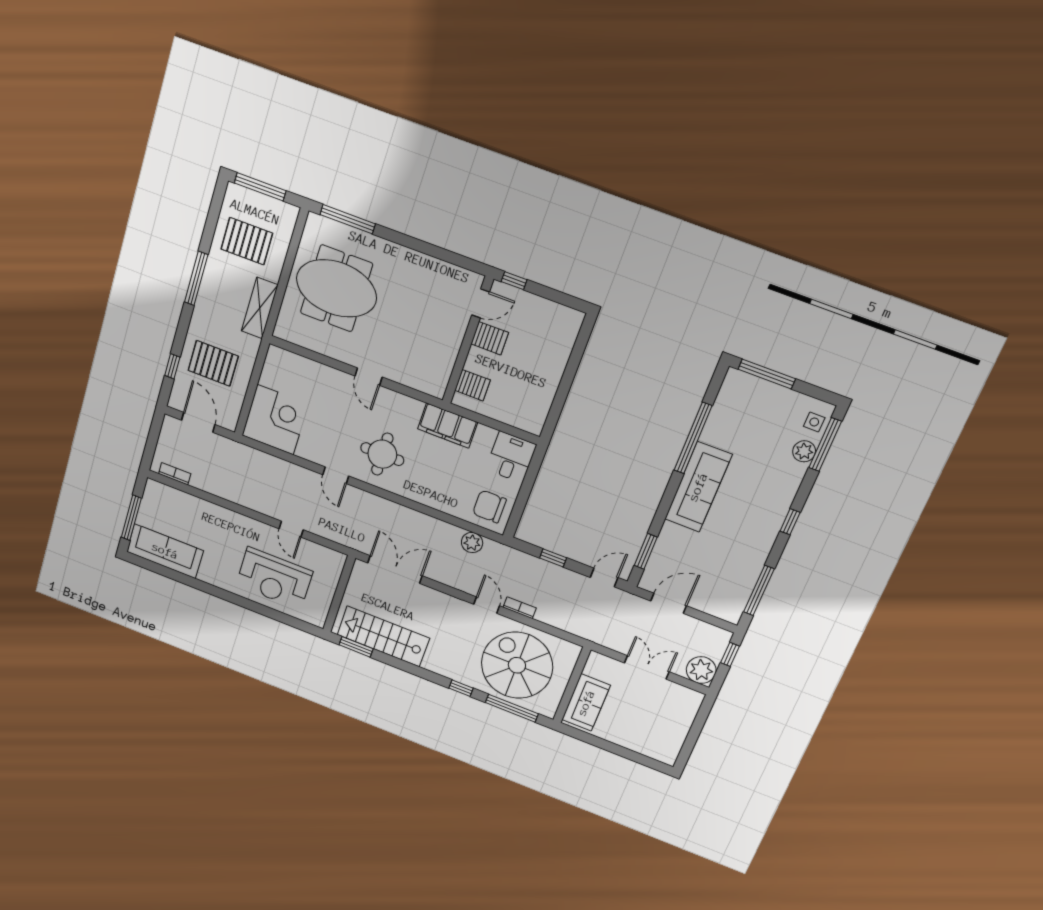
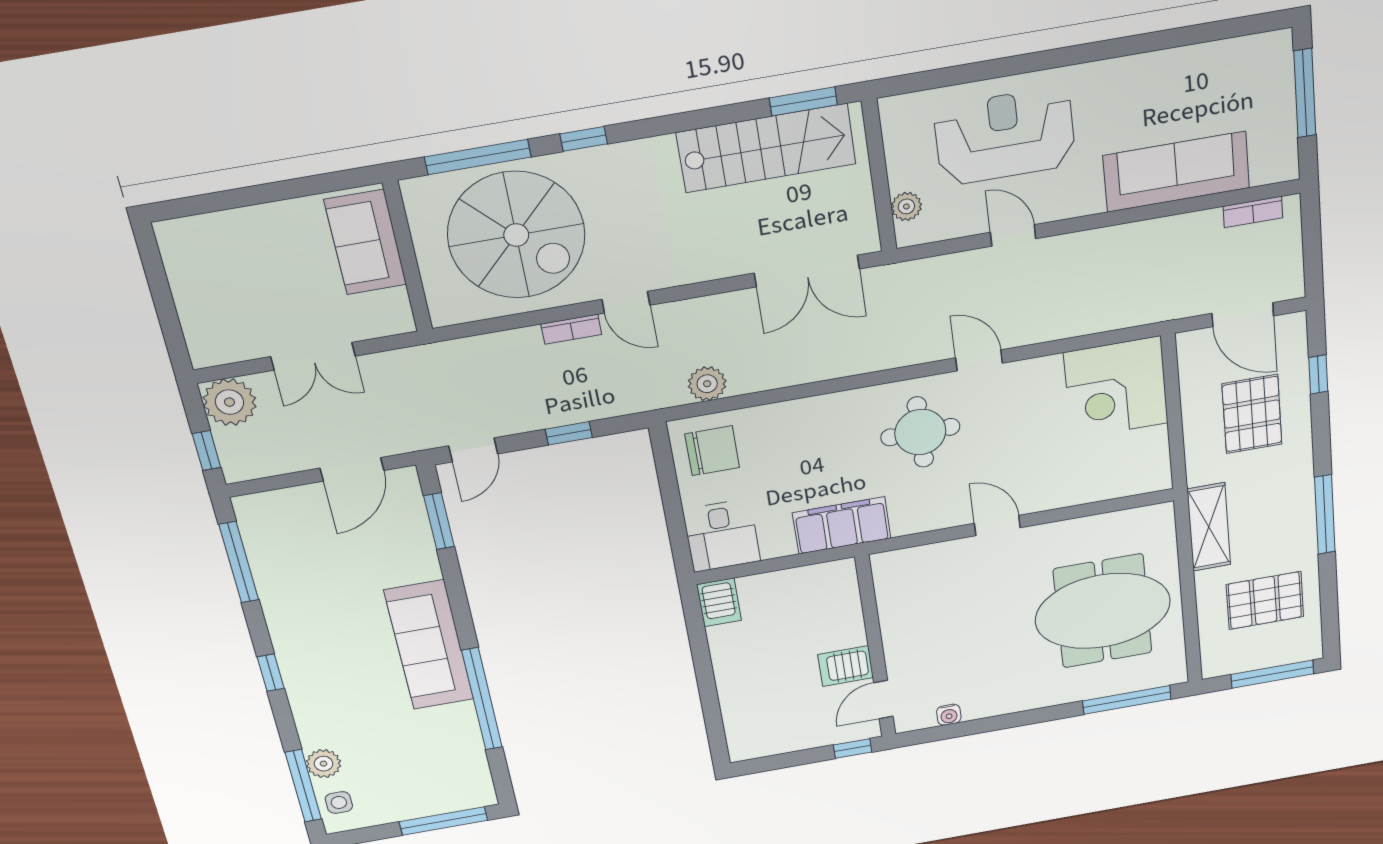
water cooler: (450, 271) -> (949, 715), added
pallet: (213, 363) -> (1252, 414), turned 90
server rack: (472, 385) -> (719, 602), moved, turned -90
sofa: (165, 551) -> (1176, 172), moved, turned 180
plant: (334, 572) -> (906, 206), added

